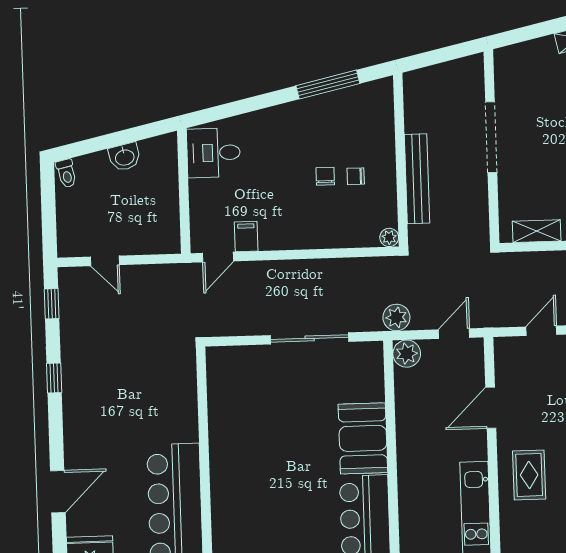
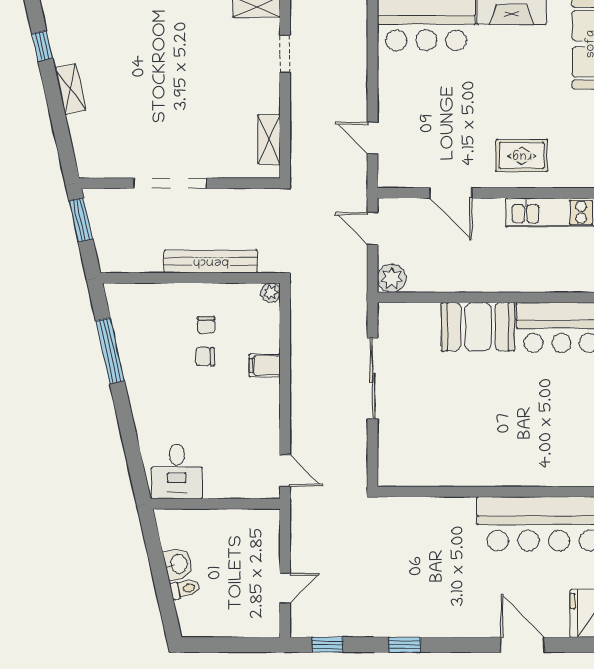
window: (453, 52) -> (81, 220), added
toilet: (66, 173) -> (185, 589), moved
filing cabinet: (246, 237) -> (265, 366), moved
plant: (396, 317) -> (354, 288), removed

